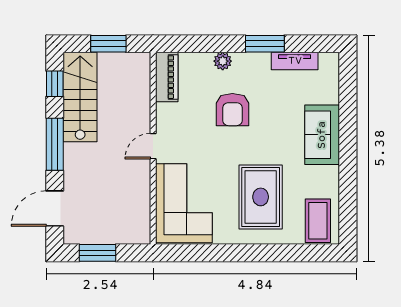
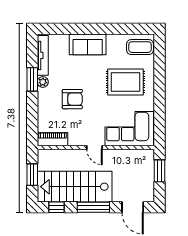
plant: (223, 61) -> (43, 82), moved
tv unit: (295, 61) -> (43, 55), width x1.41
stairs: (80, 97) -> (75, 187), width x1.36, depth x1.51
window: (97, 253) -> (160, 171), moved

